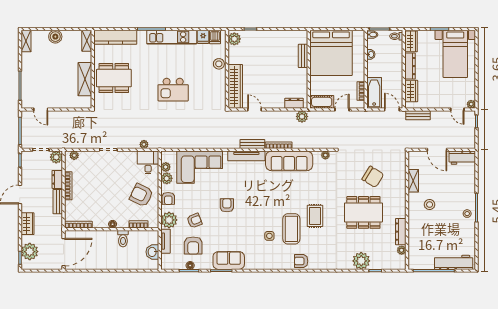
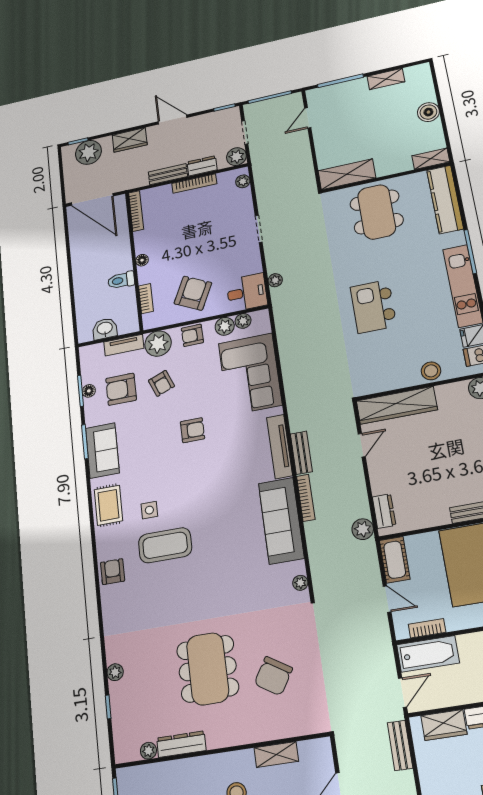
shelving: (26, 41) -> (386, 79), moved
shelving: (85, 79) -> (347, 174), moved
rug: (315, 216) -> (108, 505), moved, turned 90
plant: (361, 261) -> (115, 672), width x0.53, depth x0.53

